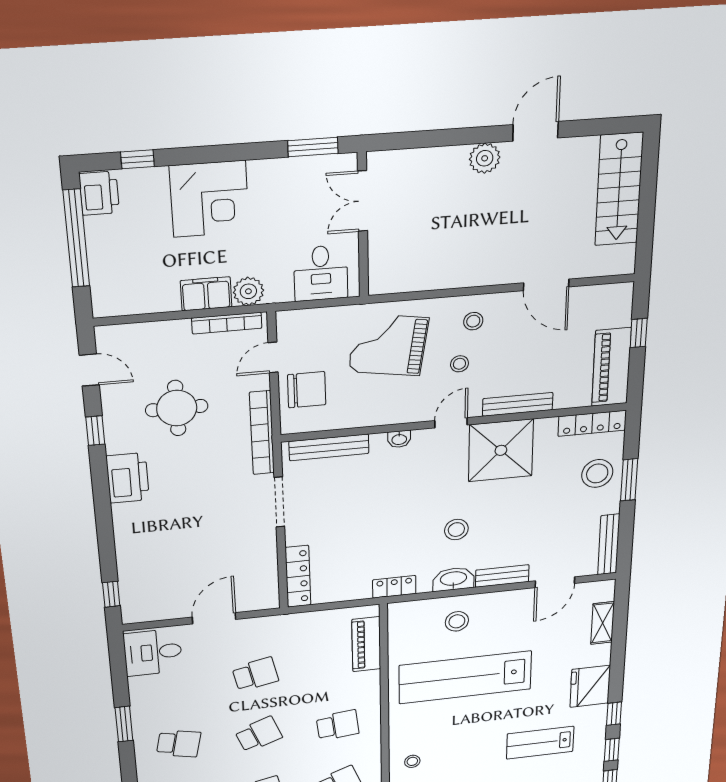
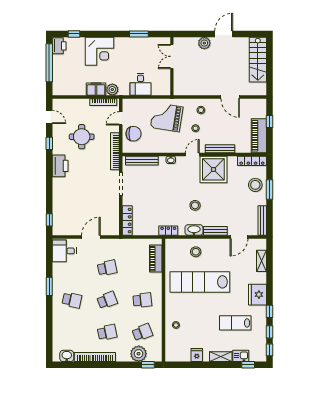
double door: (363, 201) -> (172, 56), moved
wall: (363, 225) -> (172, 66), moved

